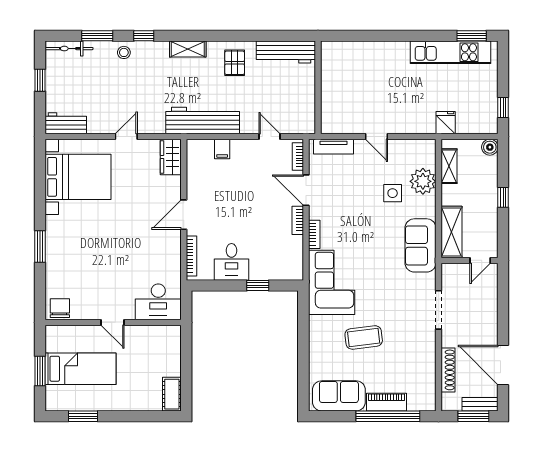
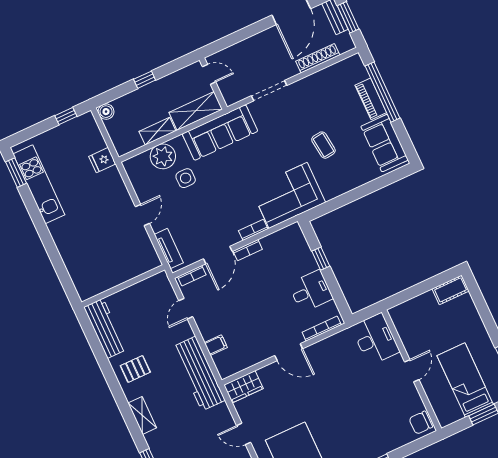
shelving: (449, 166) -> (157, 131), moved
sofa: (420, 245) -> (220, 133), width x1.36
coffee table: (364, 337) -> (323, 145), width x0.73, depth x0.77

